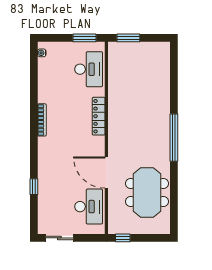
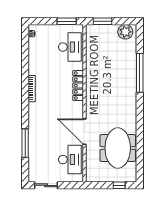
plant: (156, 51) -> (125, 32), added
window: (174, 138) -> (140, 73), moved
window: (34, 187) -> (25, 143), width x2.17
window: (123, 238) -> (119, 185), moved

